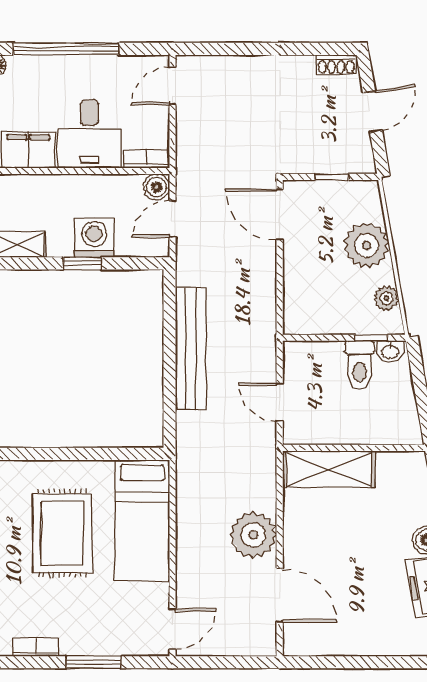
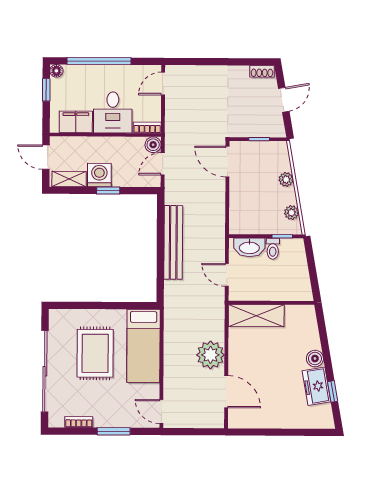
washing machine: (94, 238) -> (99, 175), moved
plant: (366, 245) -> (286, 179), width x0.53, depth x0.53
washbasin: (390, 352) -> (249, 247), moved, width x1.91, depth x1.45
toilet: (360, 365) -> (273, 249), width x0.73, depth x0.72
door: (172, 629) -> (161, 412), swing flipped

